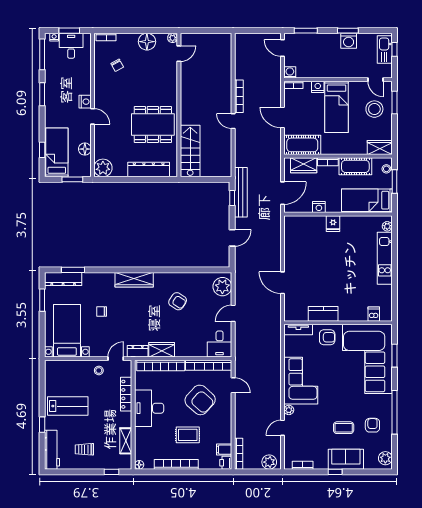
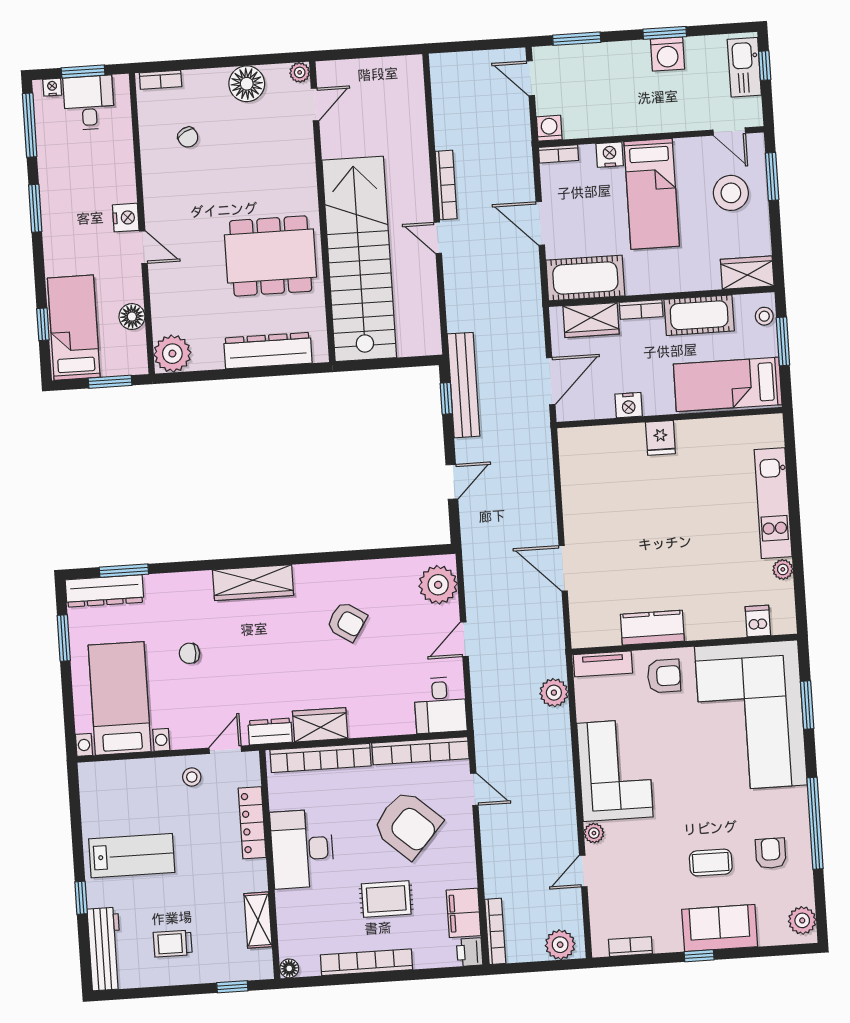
stairs: (190, 151) -> (359, 259), width x1.86, depth x1.51
plant: (387, 226) -> (783, 569), moved
plant: (274, 342) -> (554, 693), added
filing cabinet: (224, 450) -> (464, 913), width x2.00

